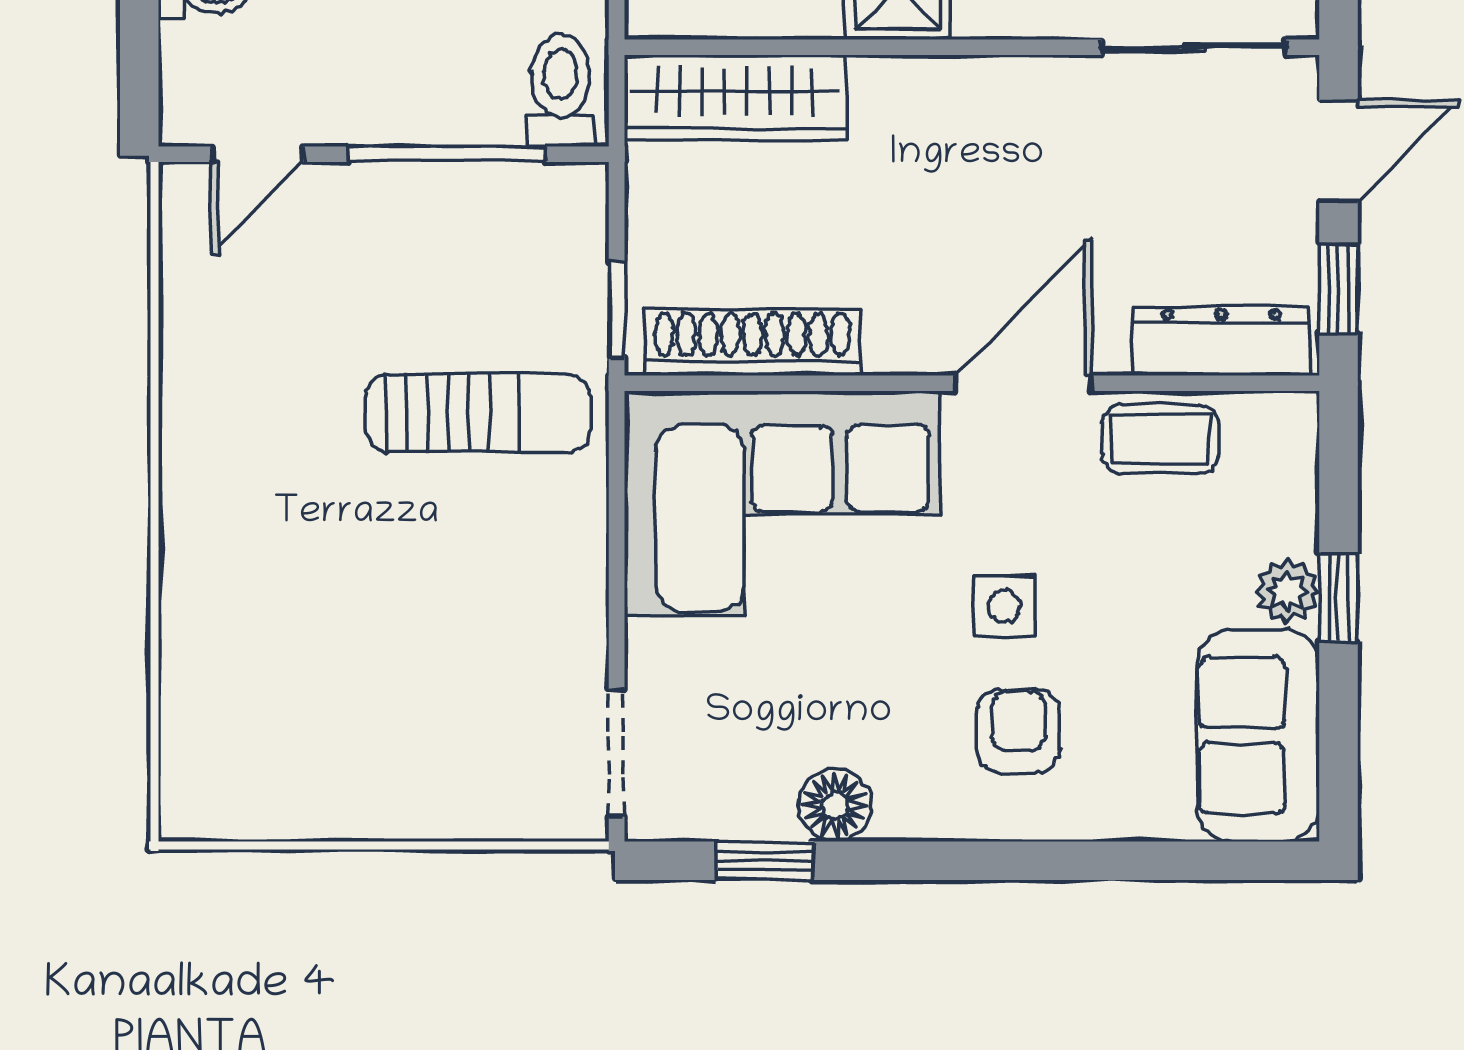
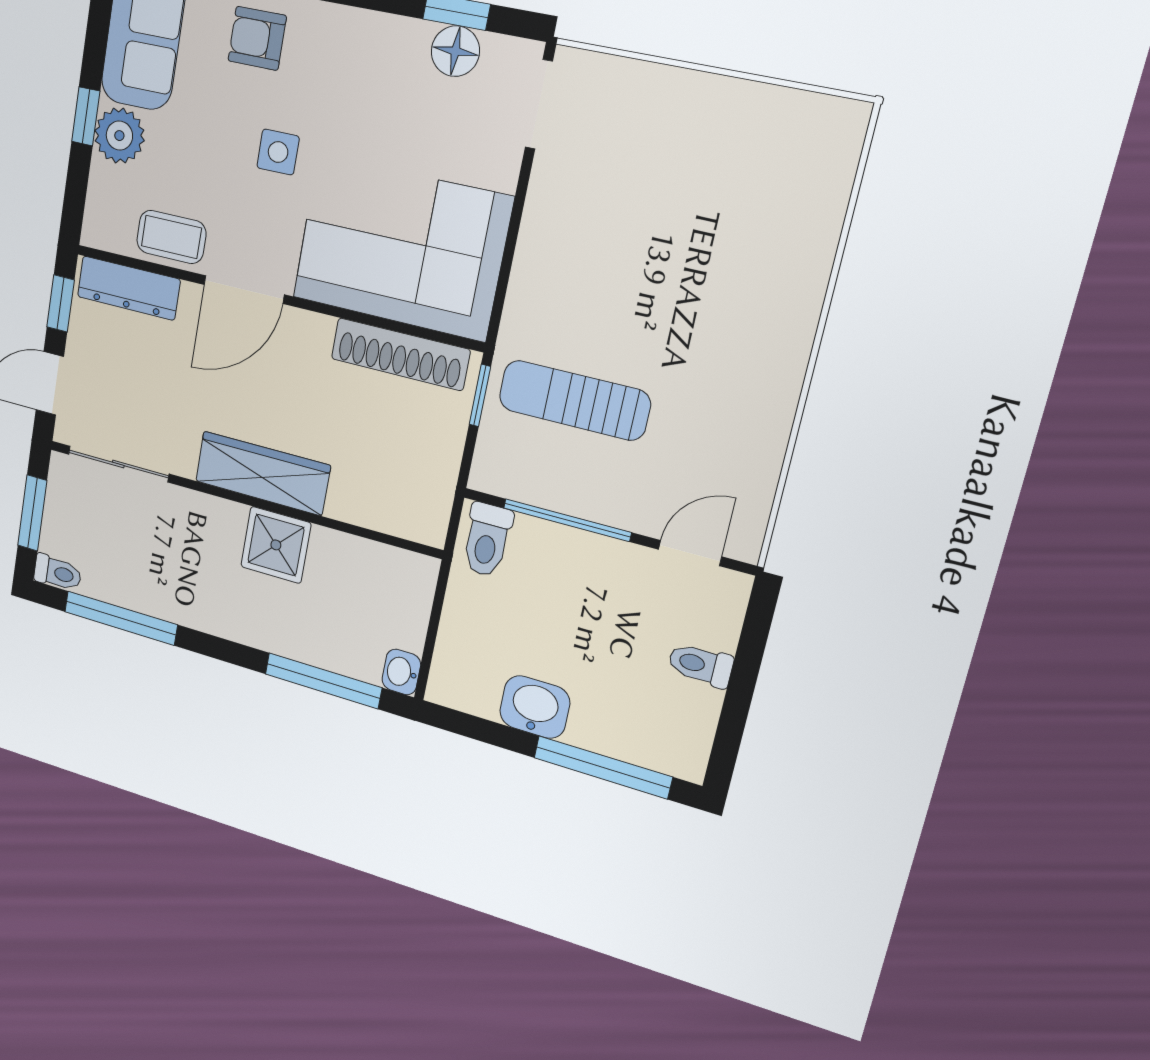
wardrobe: (735, 98) -> (262, 473), moved
sun lounger: (478, 413) -> (574, 400), moved
plant: (1287, 591) -> (119, 136), width x1.38, depth x1.38
armchair: (1019, 731) -> (257, 38), moved, turned 90
floor lamp: (835, 805) -> (455, 51), moved

